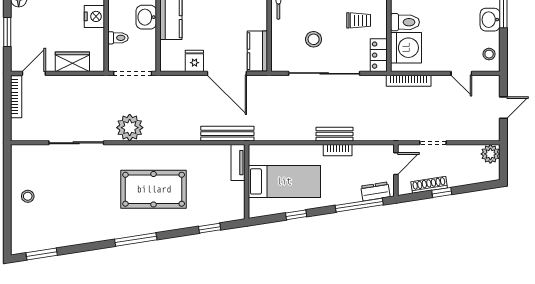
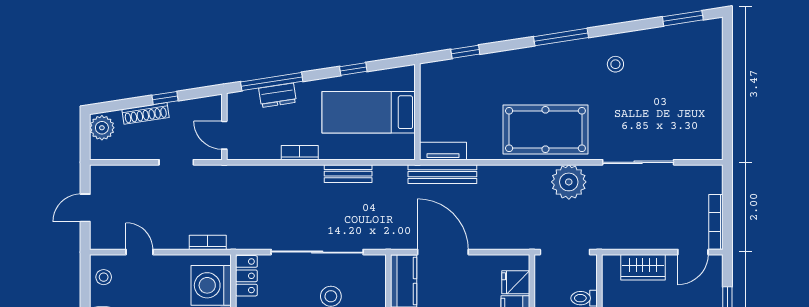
fridge: (194, 61) -> (516, 282), moved, turned 90
bookcase: (409, 81) -> (208, 242), width x0.64
bench: (335, 134) -> (348, 174), moved
plant: (490, 154) -> (102, 128), moved
tv unit: (238, 163) -> (443, 151), moved, turned -90
door: (396, 164) -> (224, 135), hinge flipped
shoe rack: (429, 185) -> (145, 113), moved
pool table: (154, 189) -> (545, 130), moved
dresser: (375, 191) -> (277, 95), moved
stool: (28, 196) -> (615, 64), moved

